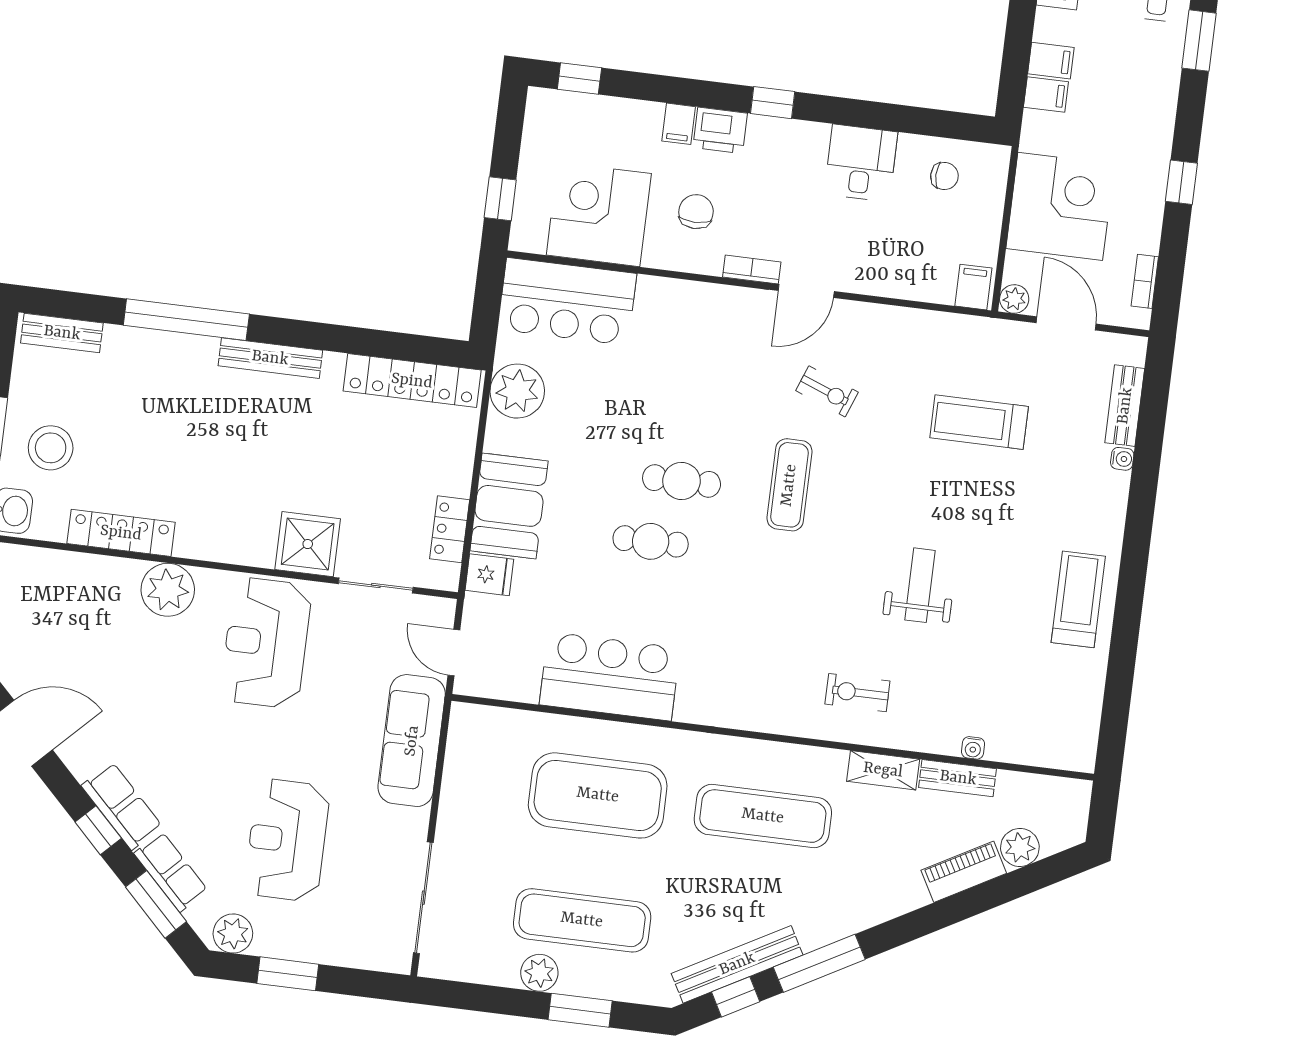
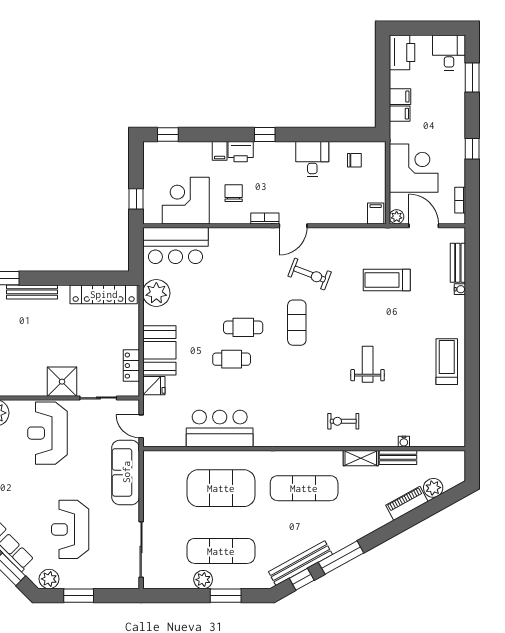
exercise bike: (827, 391) -> (310, 274), width x1.38, depth x1.39

